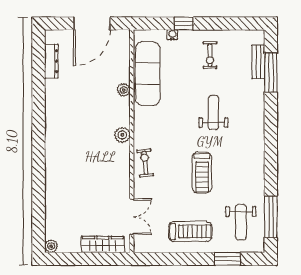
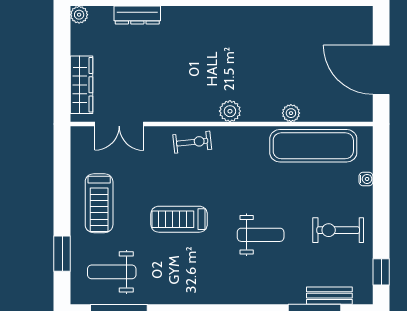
window: (184, 24) -> (381, 272), moved
exercise bike: (210, 55) -> (338, 230), width x1.38, depth x1.39
dresser: (51, 61) -> (137, 15), moved

